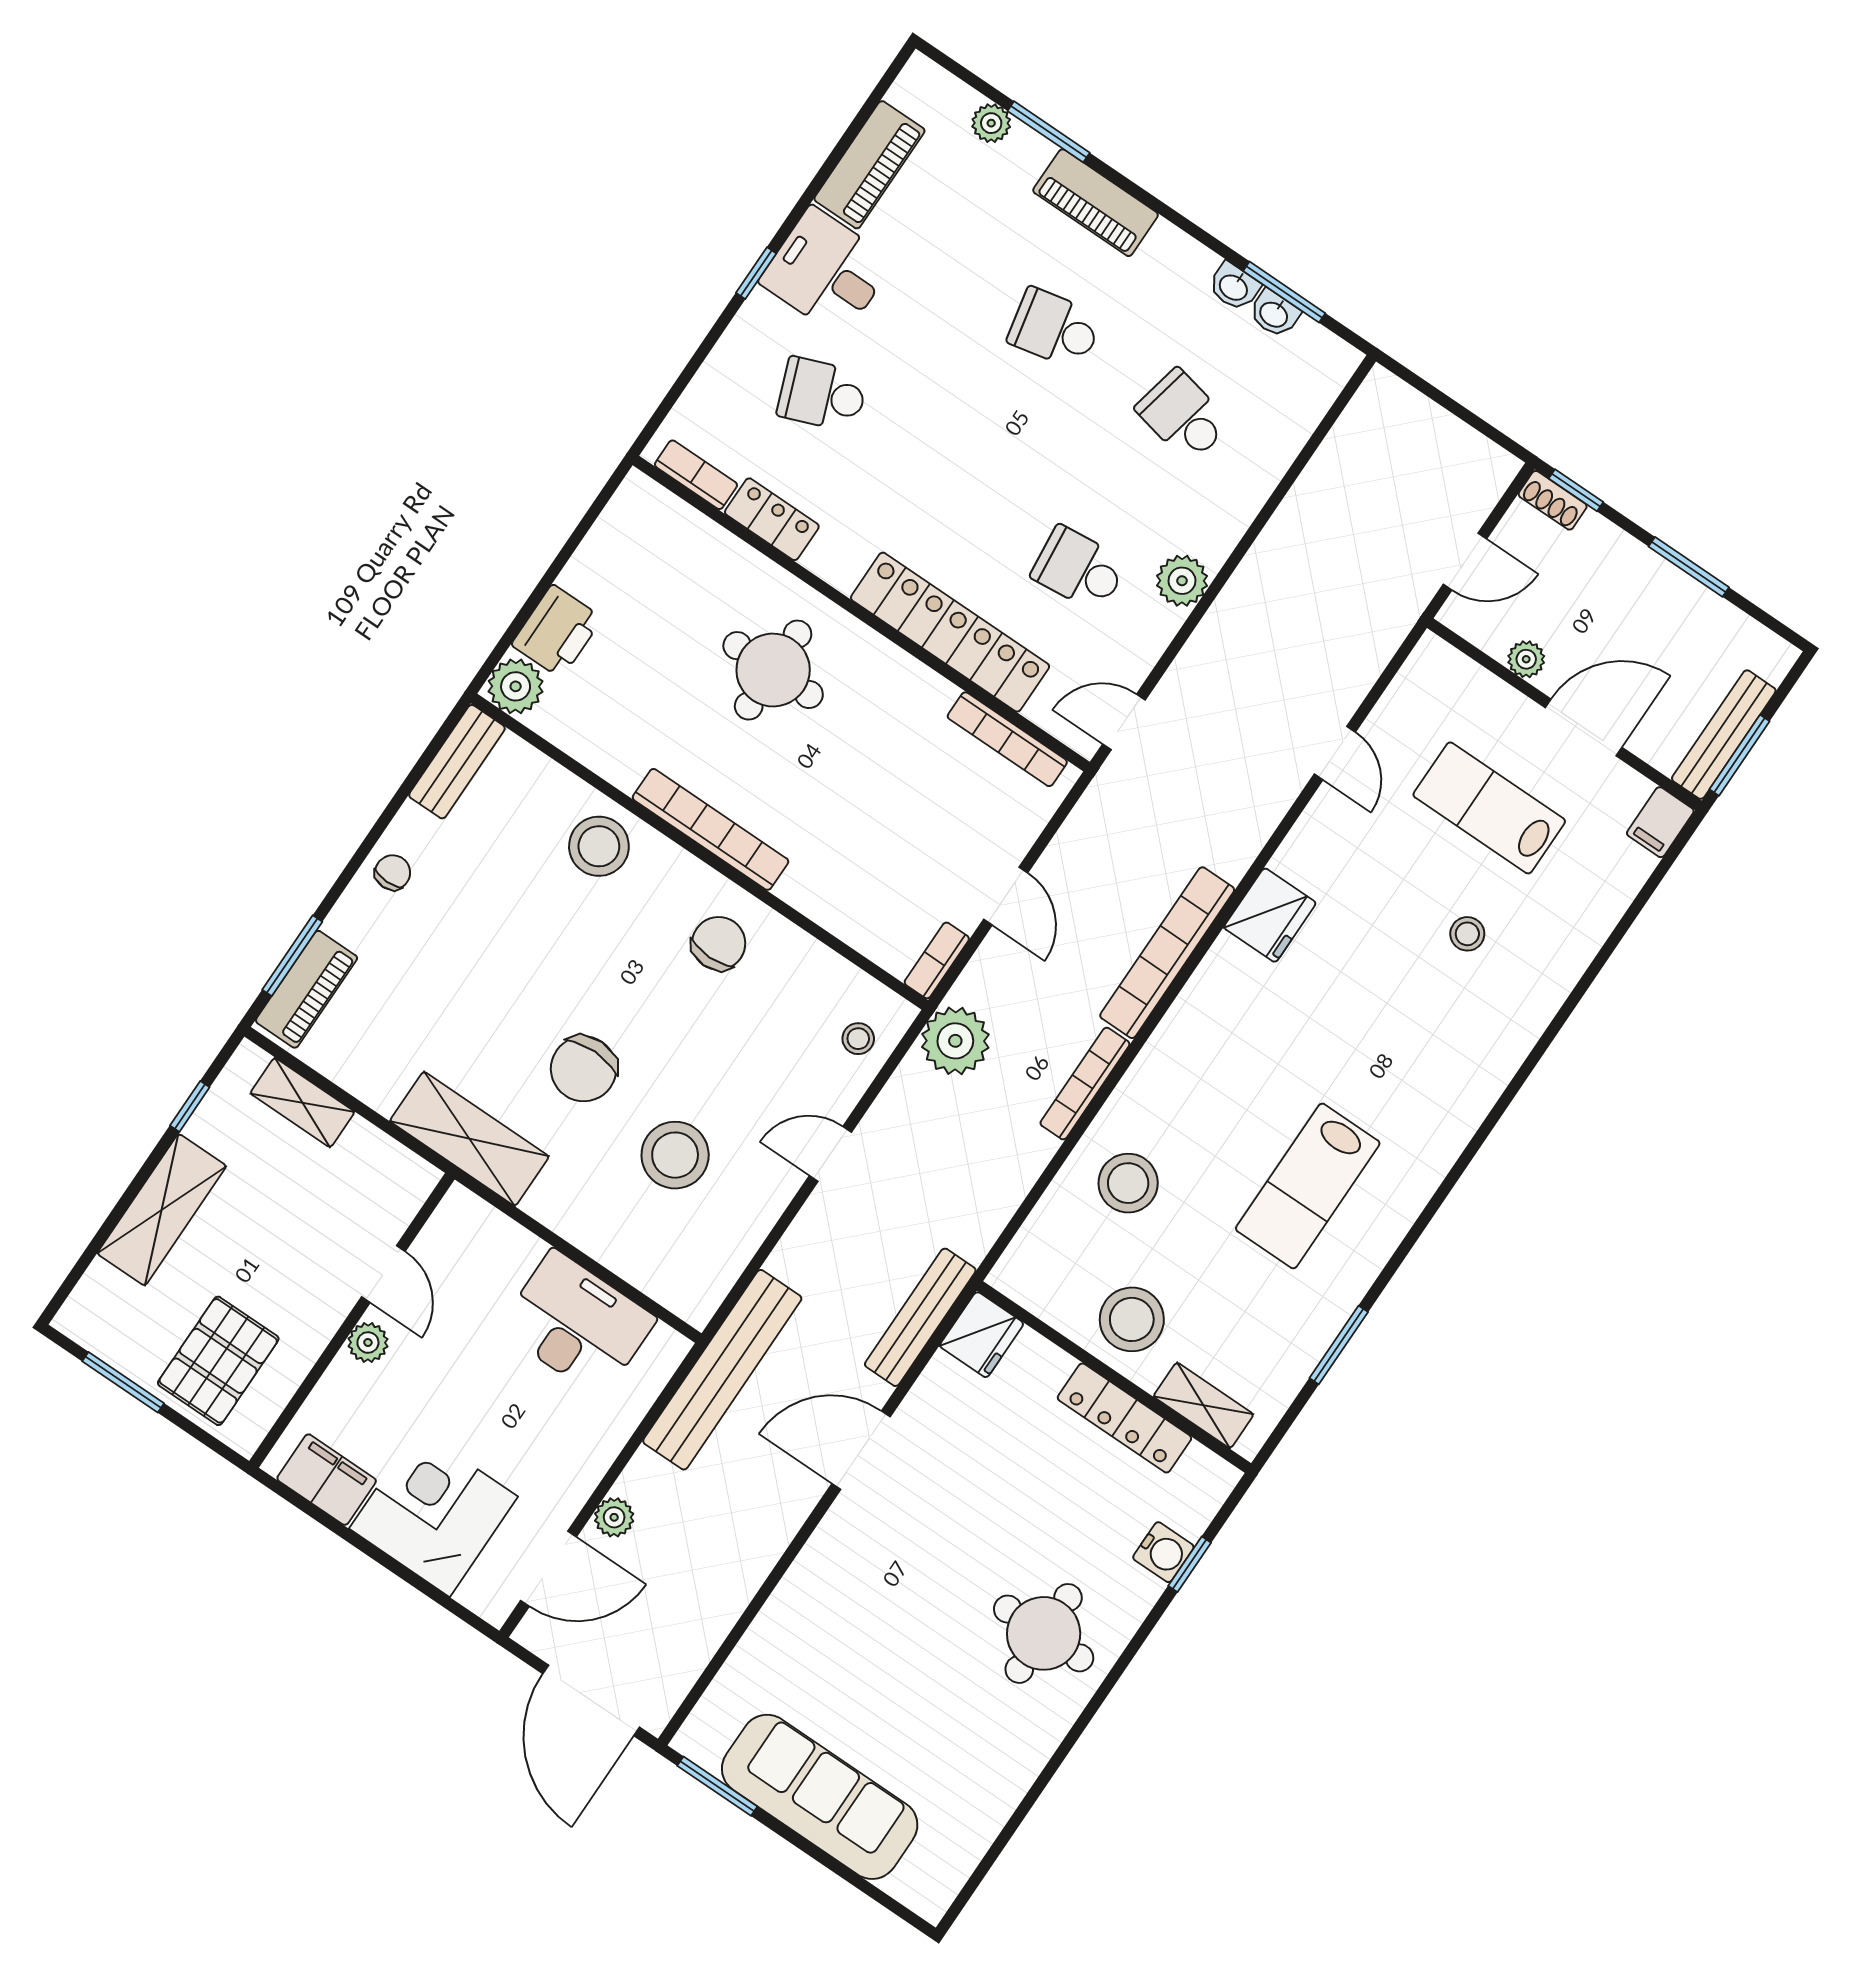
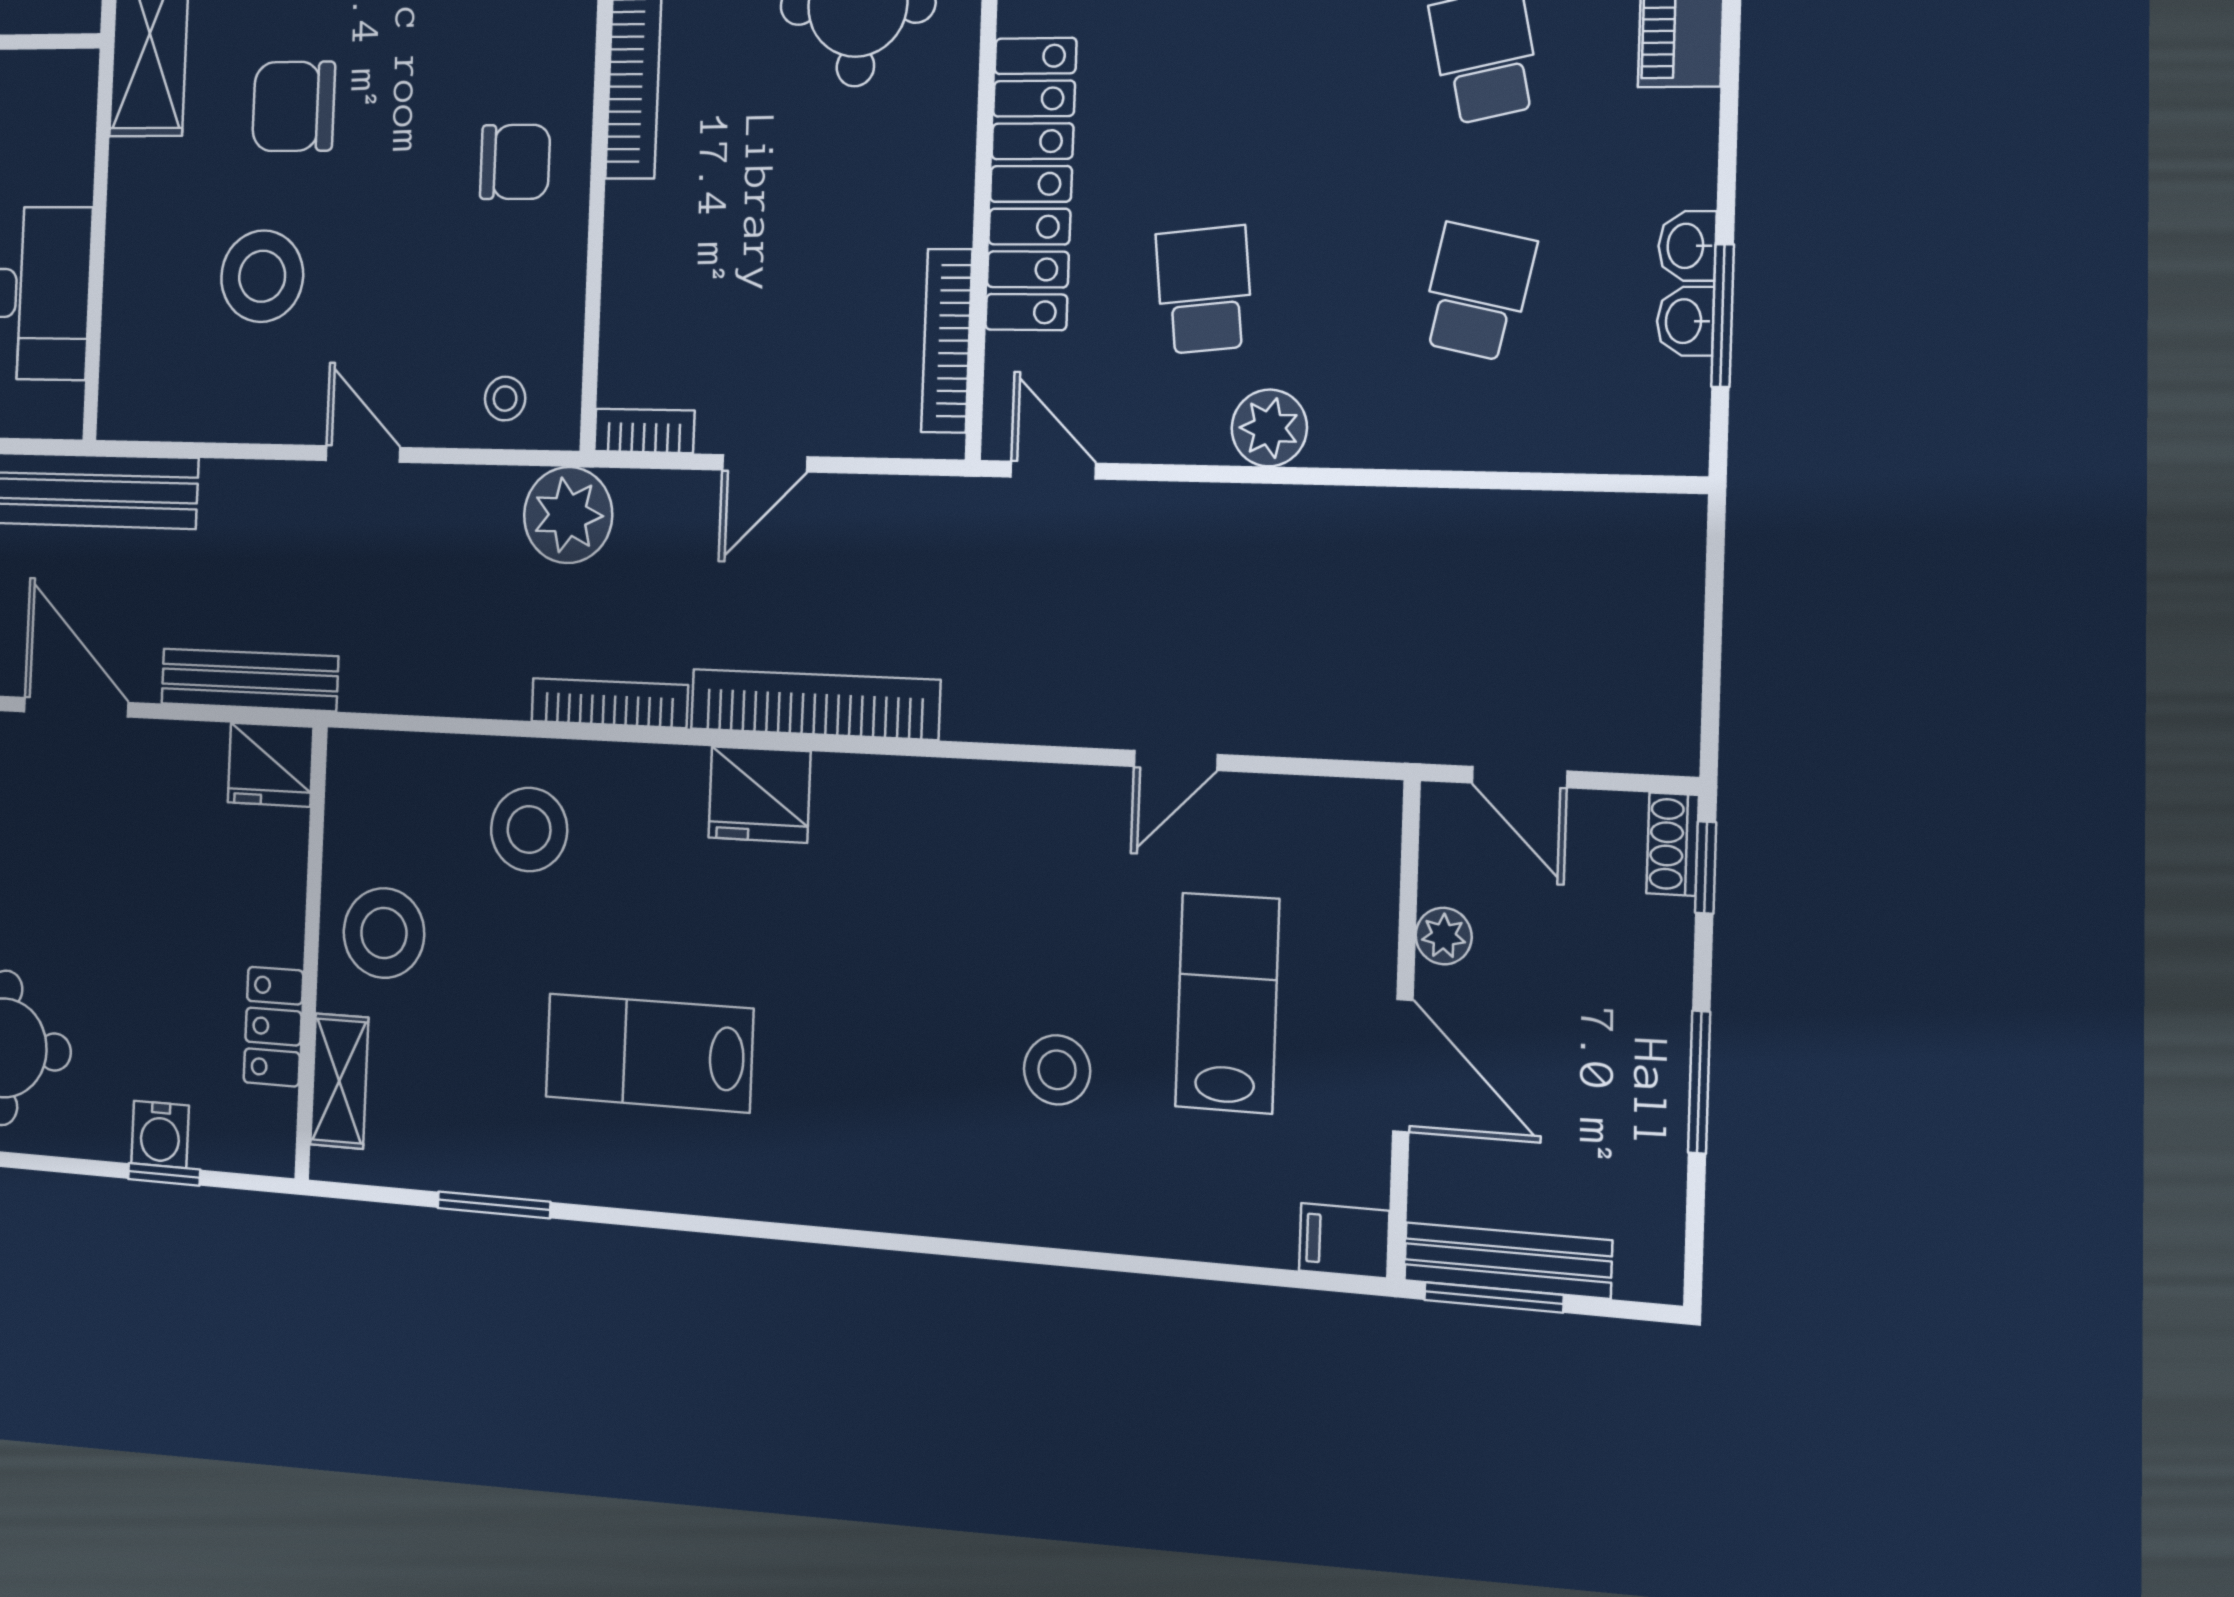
fridge: (1270, 915) -> (759, 795), moved
stool: (1467, 934) -> (1057, 1070), width x1.37, depth x1.37
locker: (1124, 1418) -> (273, 1027), width x0.66

